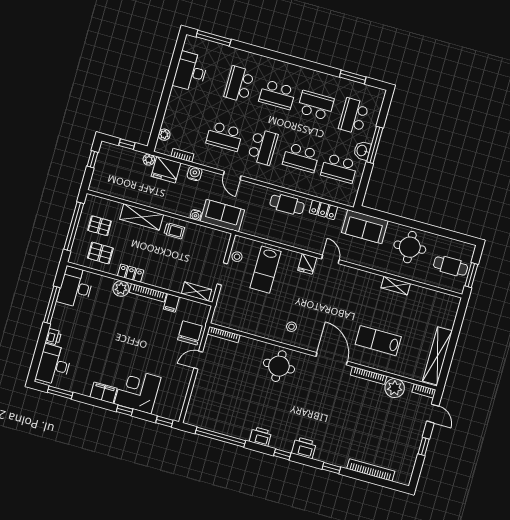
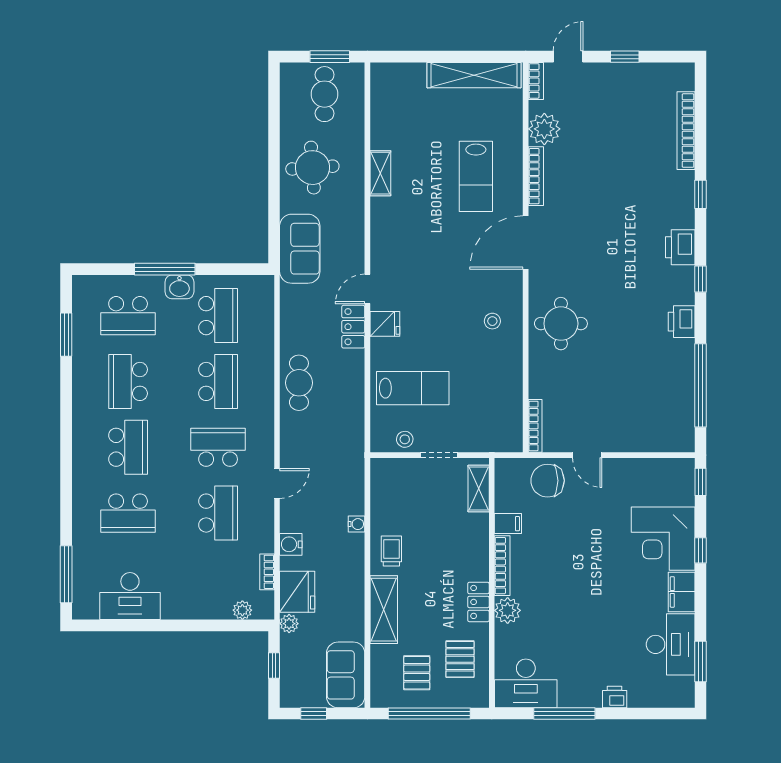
locker: (323, 210) -> (353, 327), moved, turned 180
sofa: (222, 216) -> (346, 675), moved
desk: (54, 365) -> (671, 644), moved, turned -90

